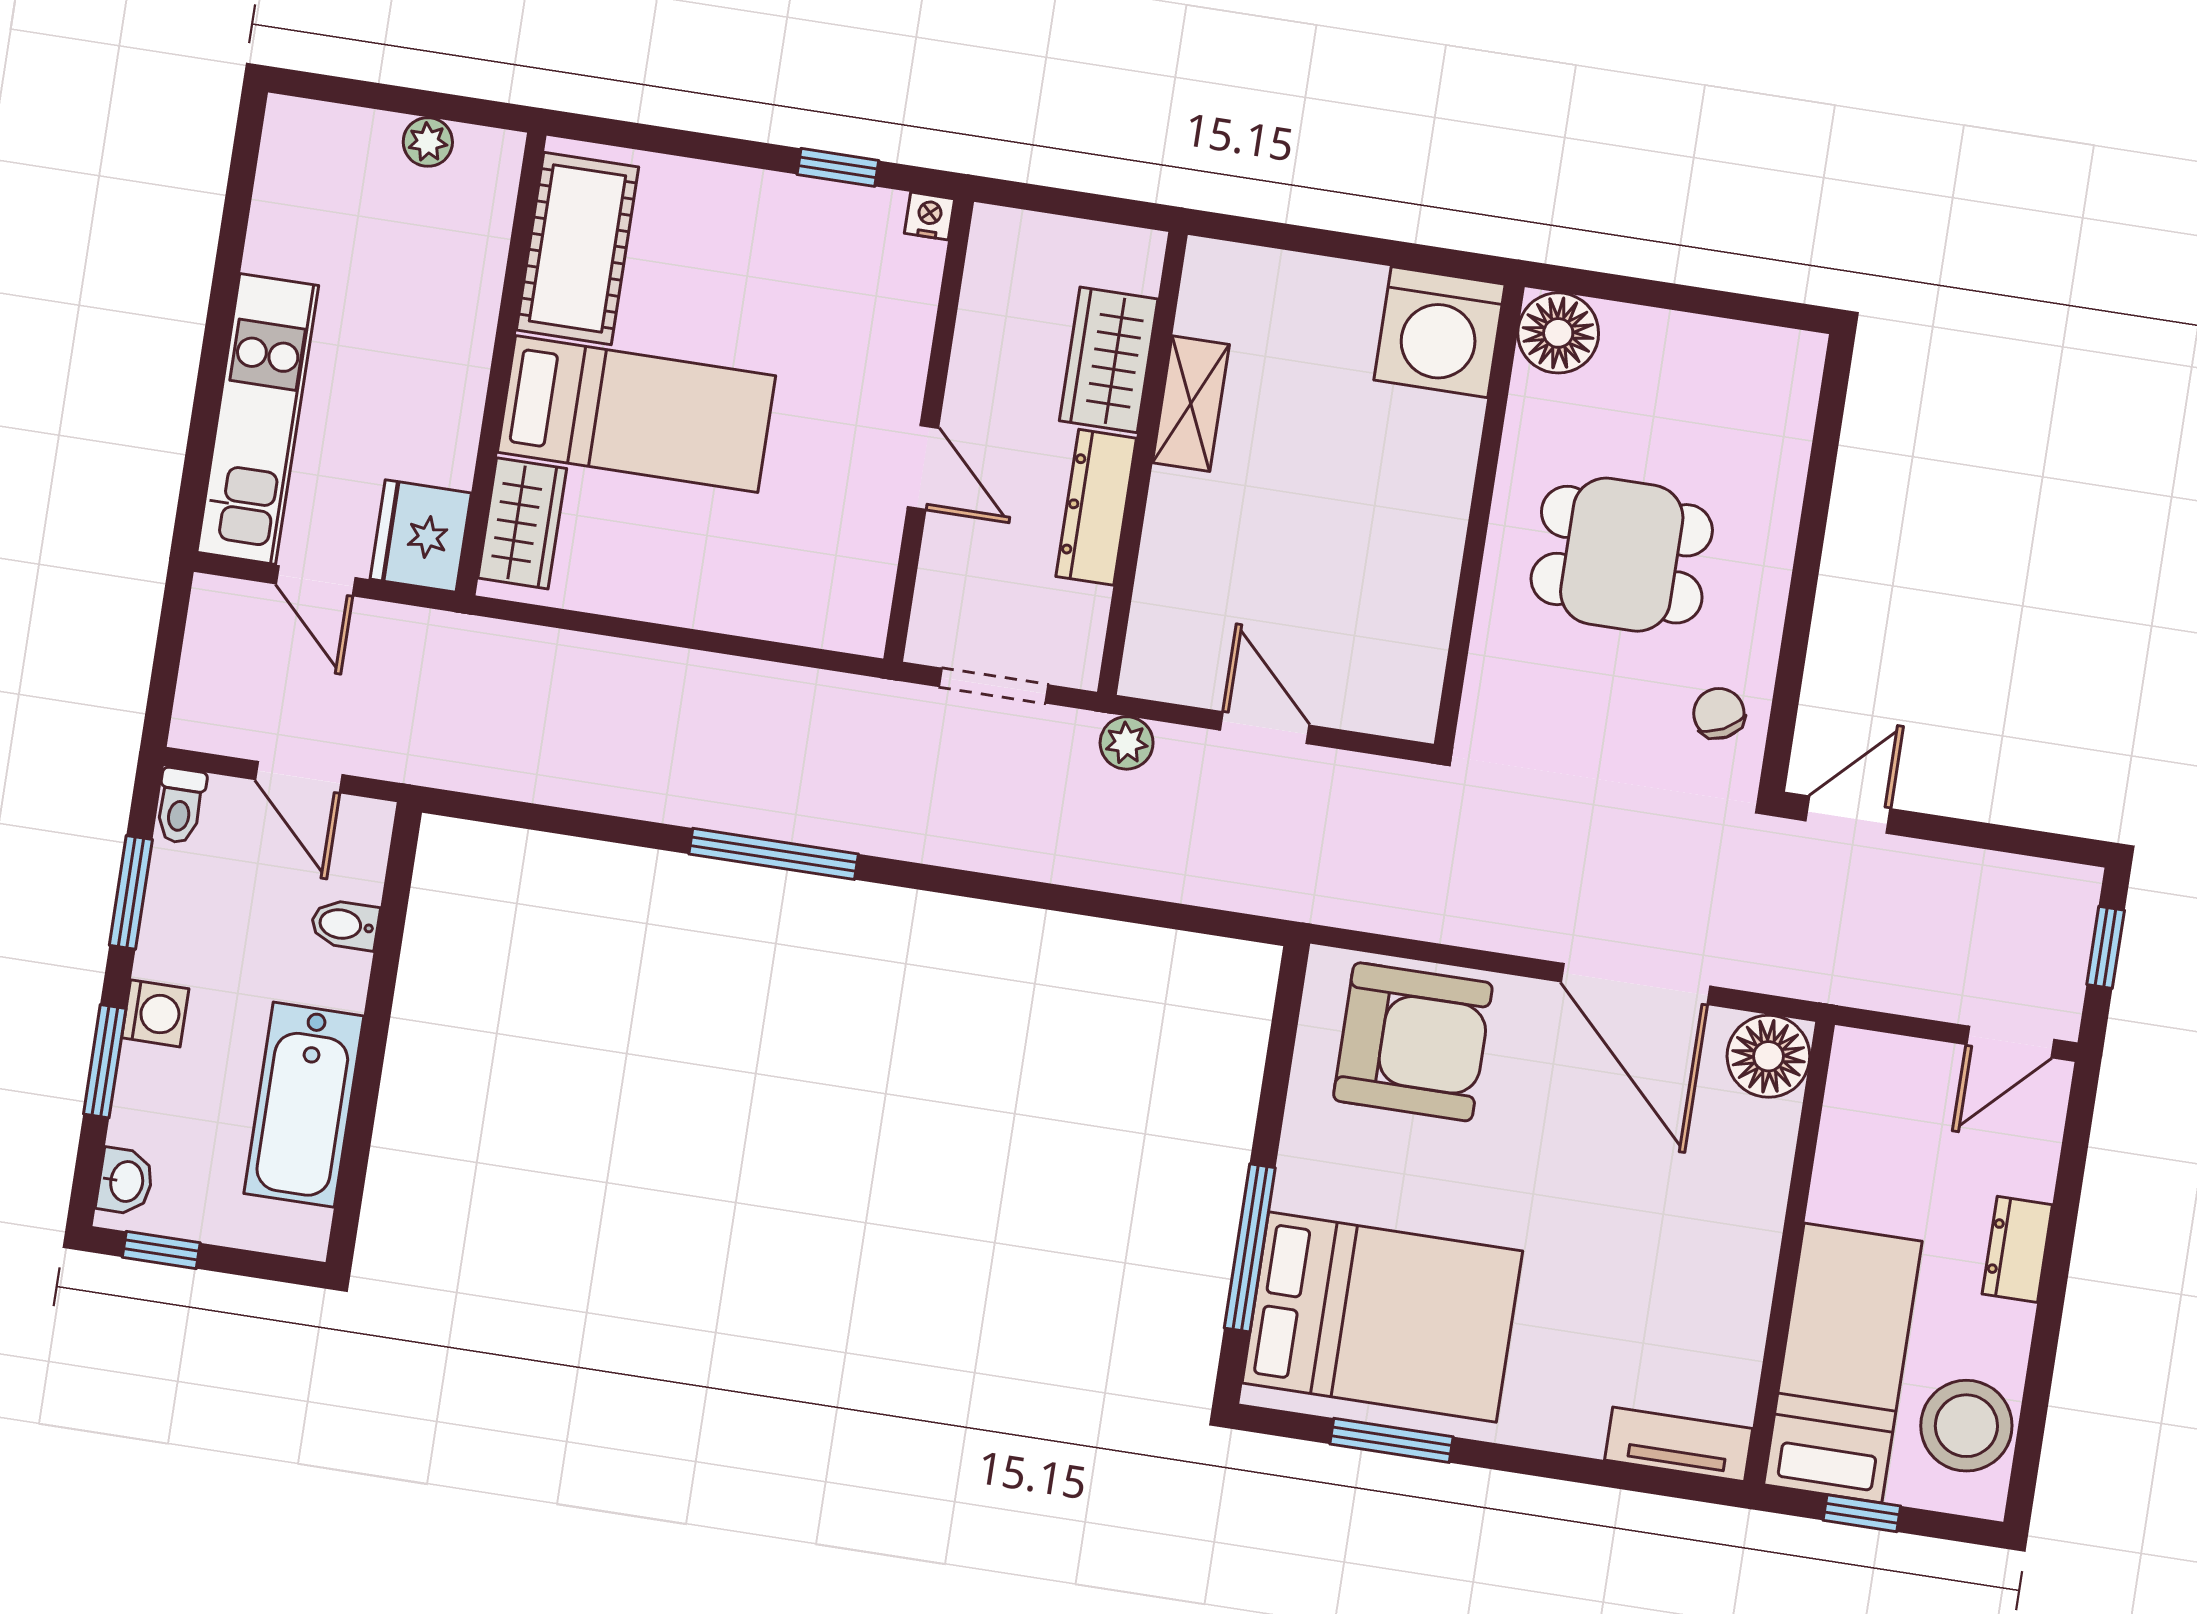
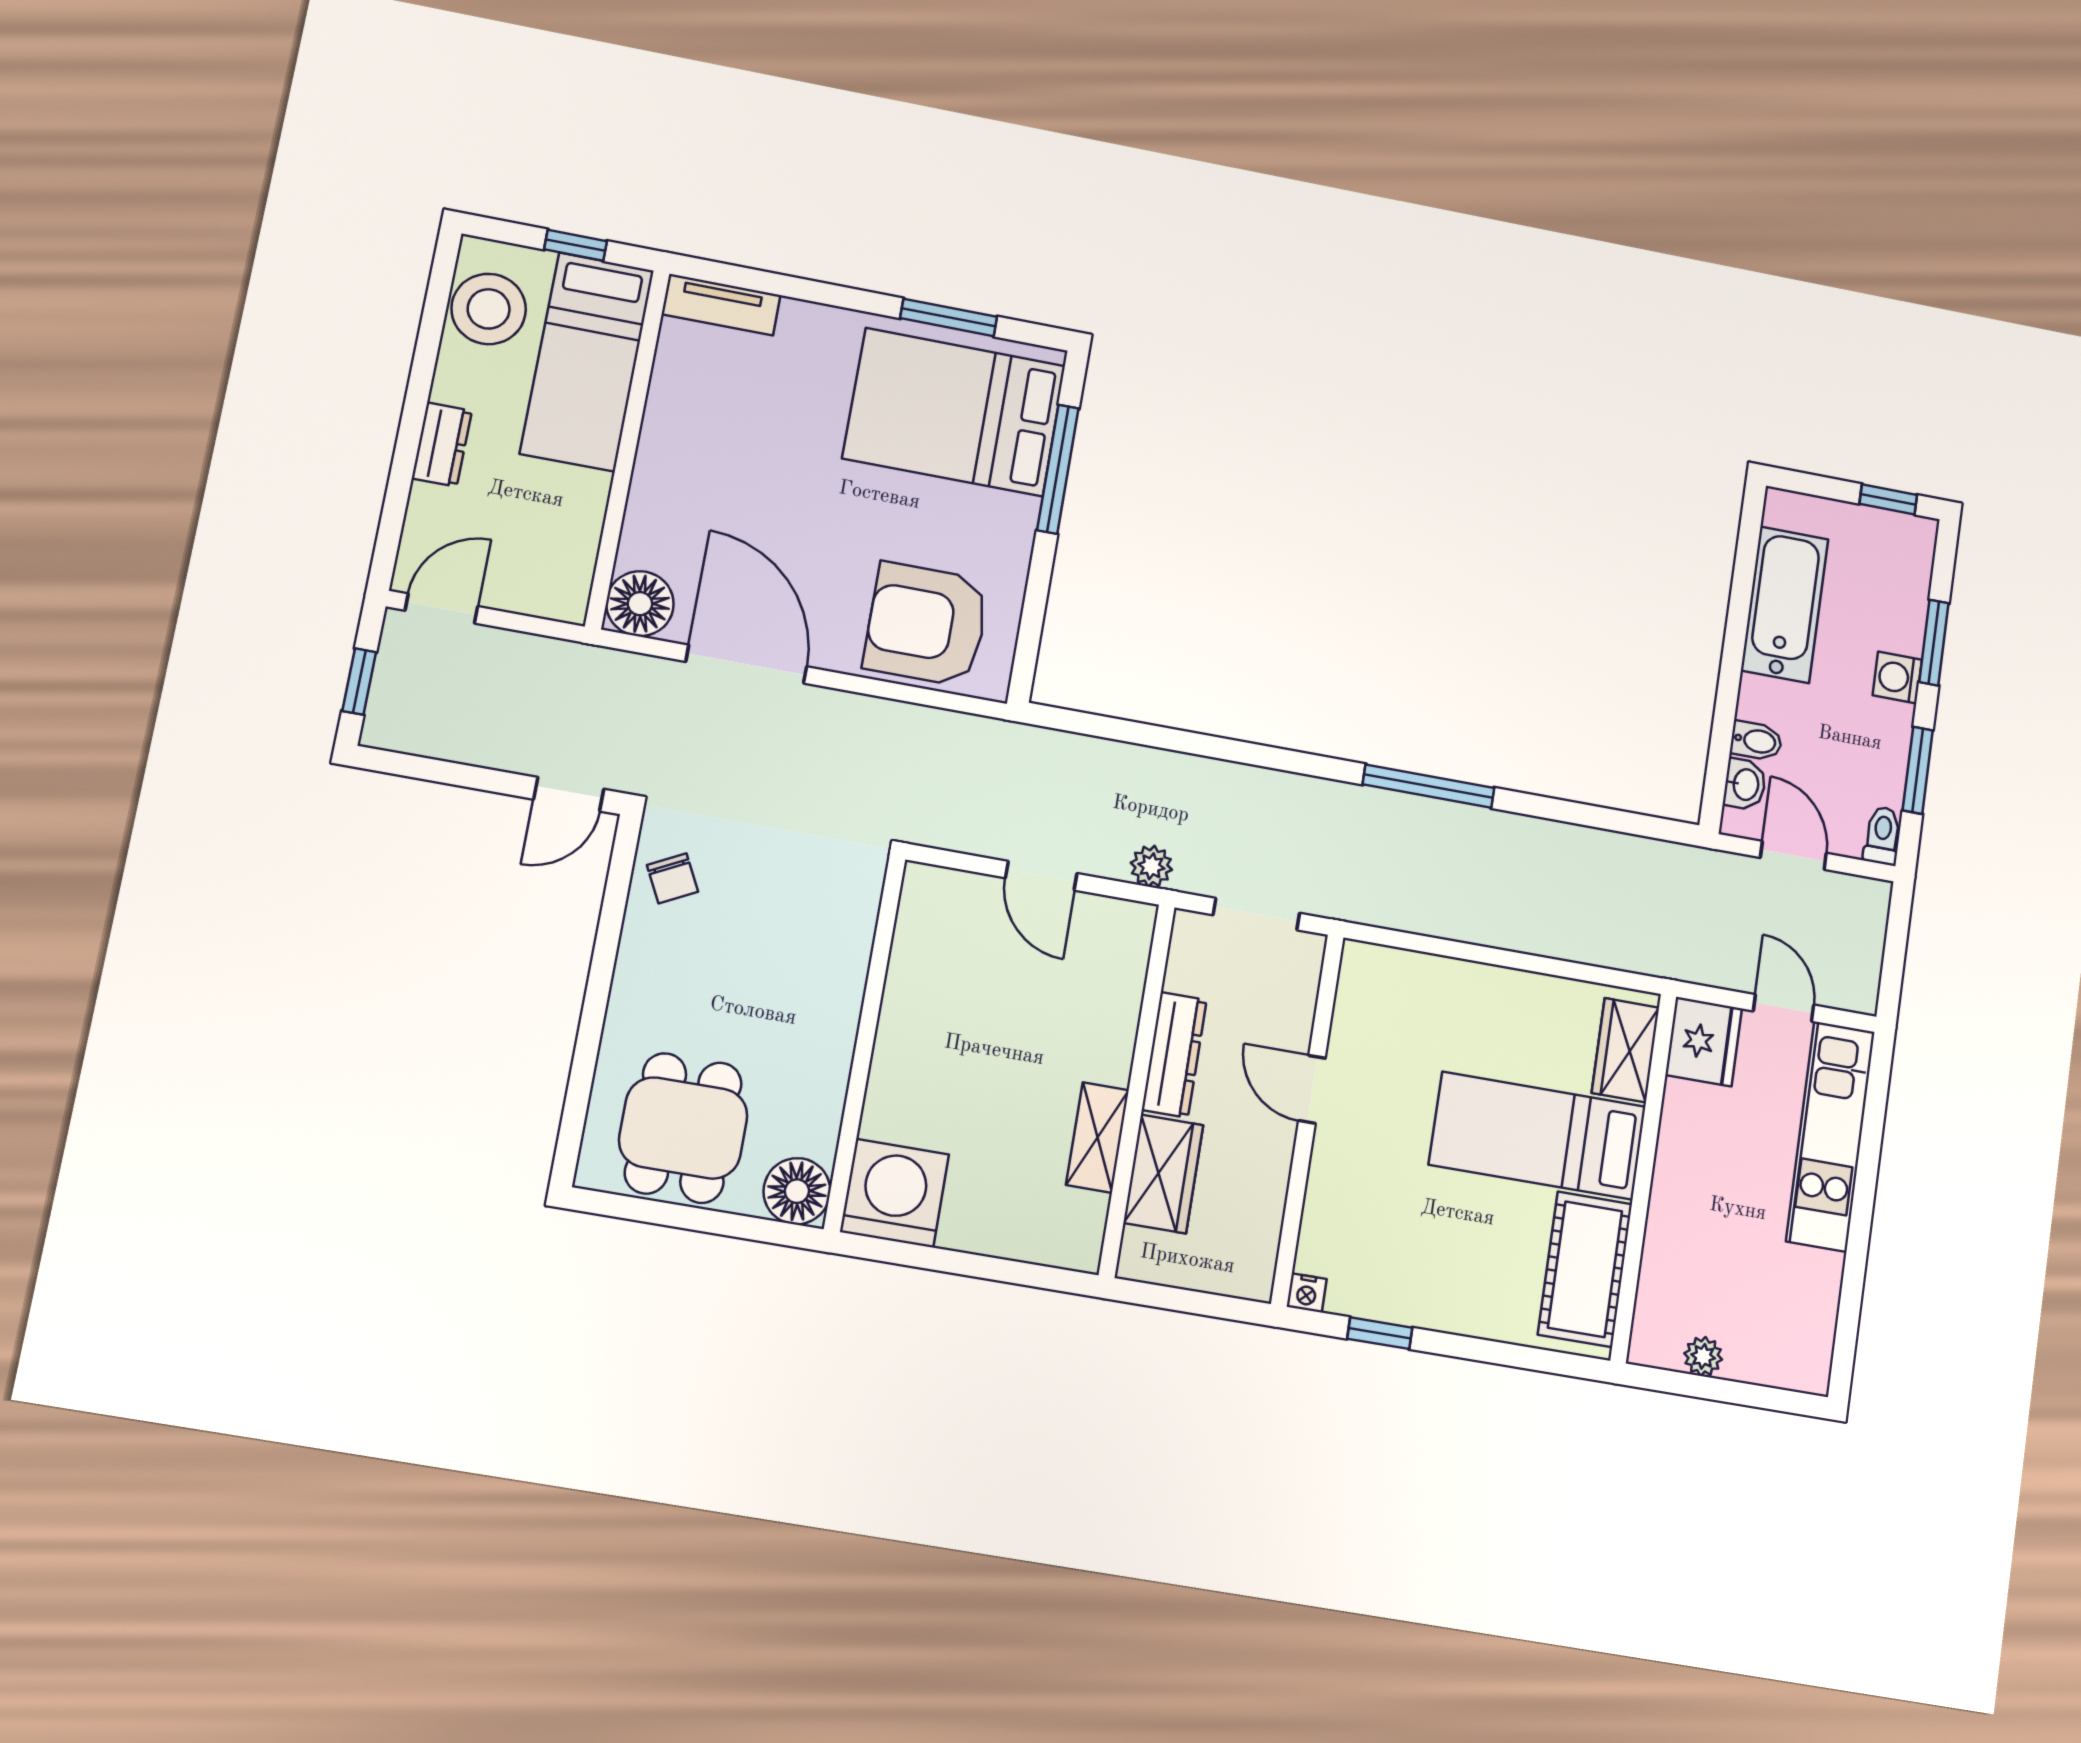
dining table: (1622, 555) -> (683, 1128), moved, turned 90
washbasin: (125, 1181) -> (1745, 784), moved, turned 180

